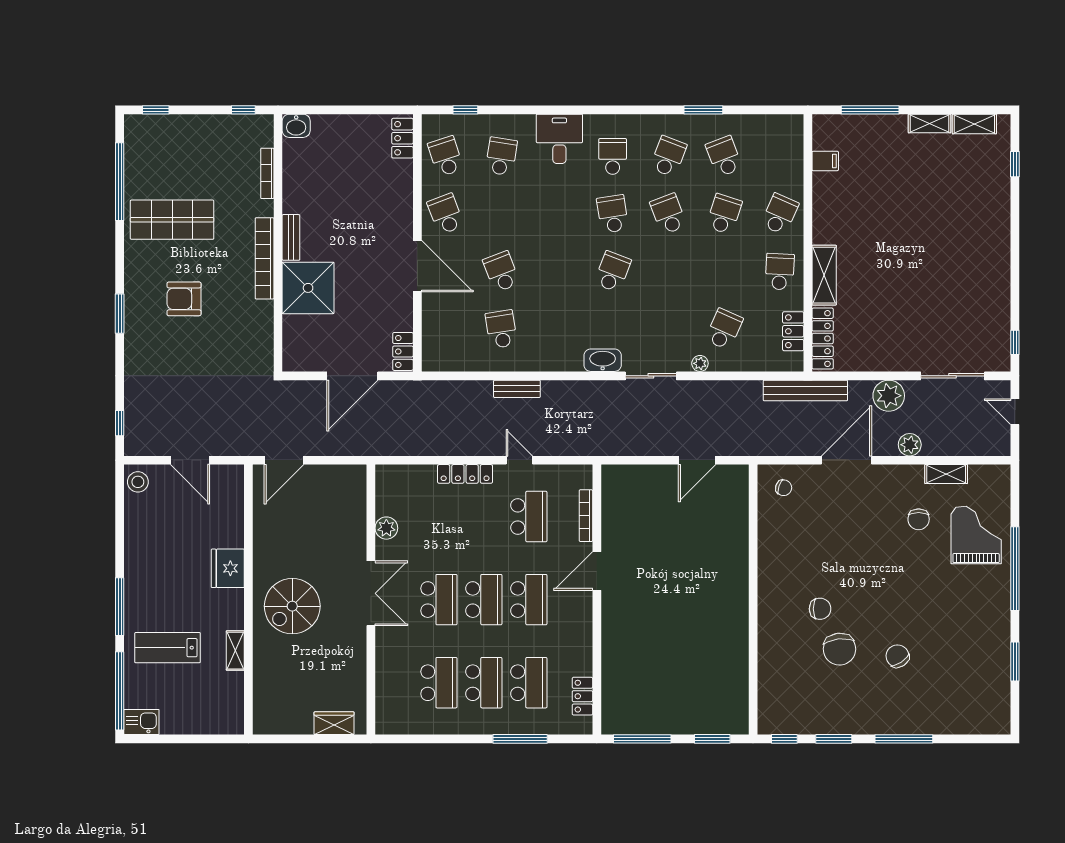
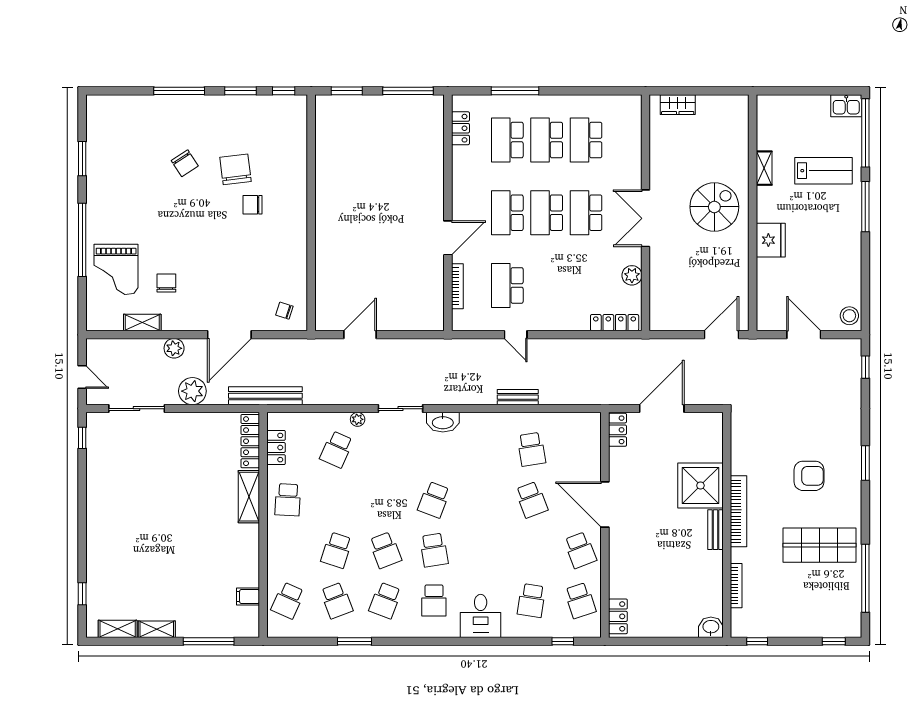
school desk: (780, 214) -> (288, 601), moved
locker: (465, 474) -> (615, 323), moved

